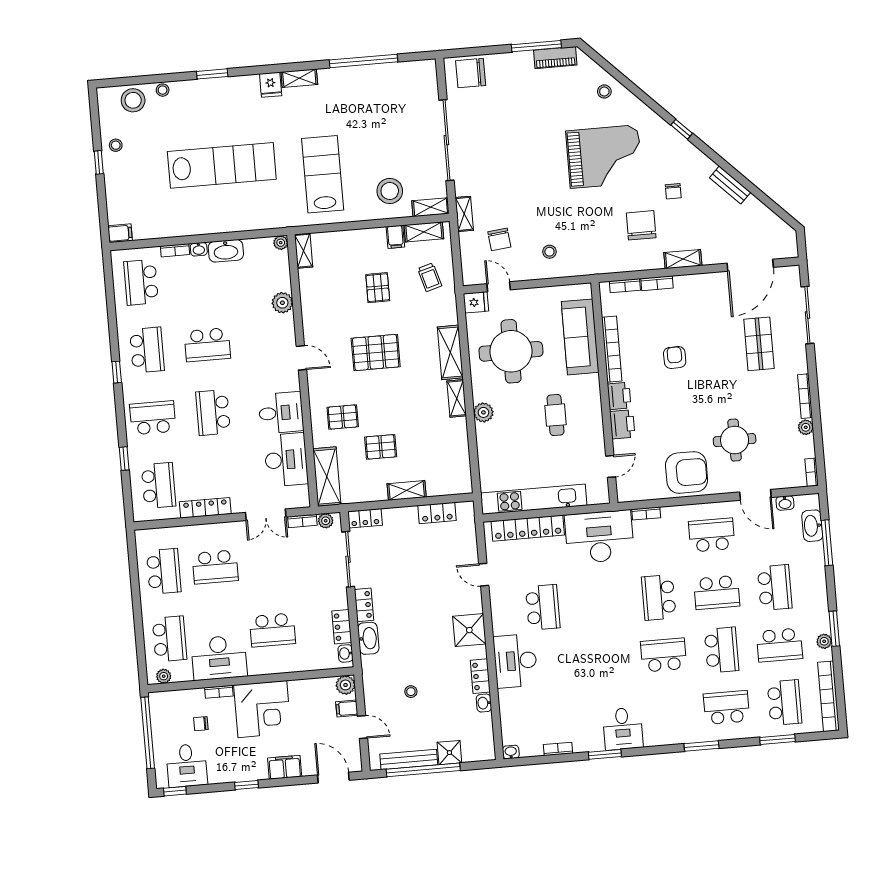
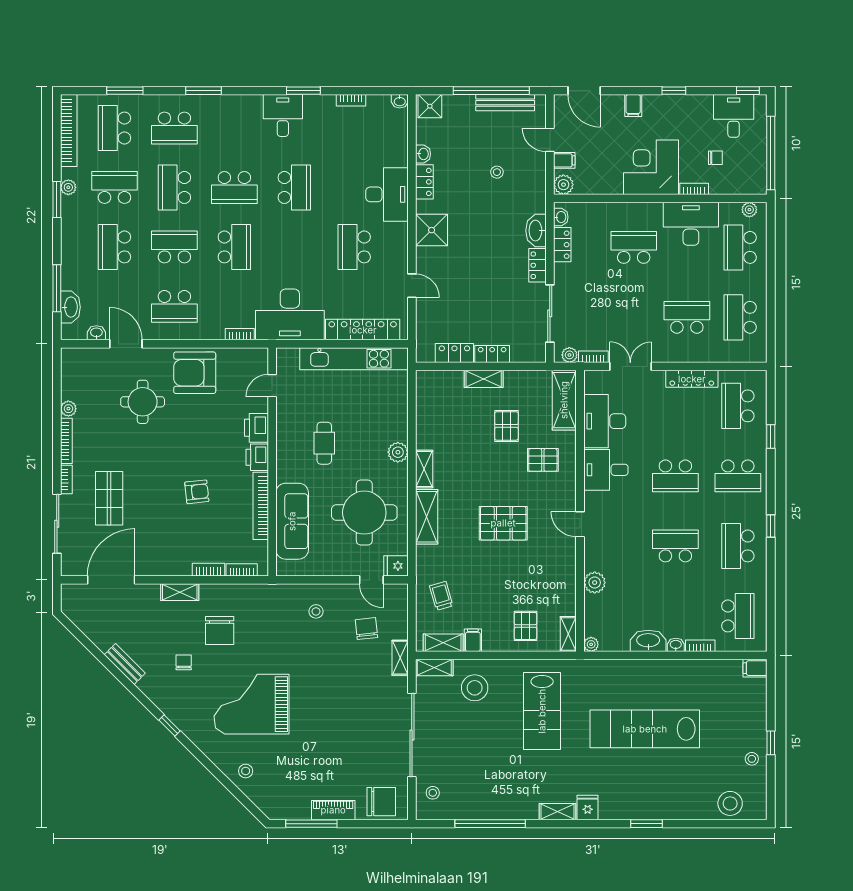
piano: (555, 58) -> (333, 810), moved
stool: (163, 90) -> (433, 793), moved
pallet: (378, 288) -> (525, 626), moved
armchair: (675, 357) -> (197, 492), turned -95
school desk: (213, 413) -> (675, 476), turned 90
pallet: (381, 447) -> (506, 426), turned 90
bookcase: (812, 472) -> (66, 479), moved
locker: (365, 518) -> (492, 354), moved
school desk: (606, 660) -> (294, 187), added
shower: (449, 753) -> (430, 106), moved
filing cabinet: (285, 767) -> (633, 106), width x0.50

